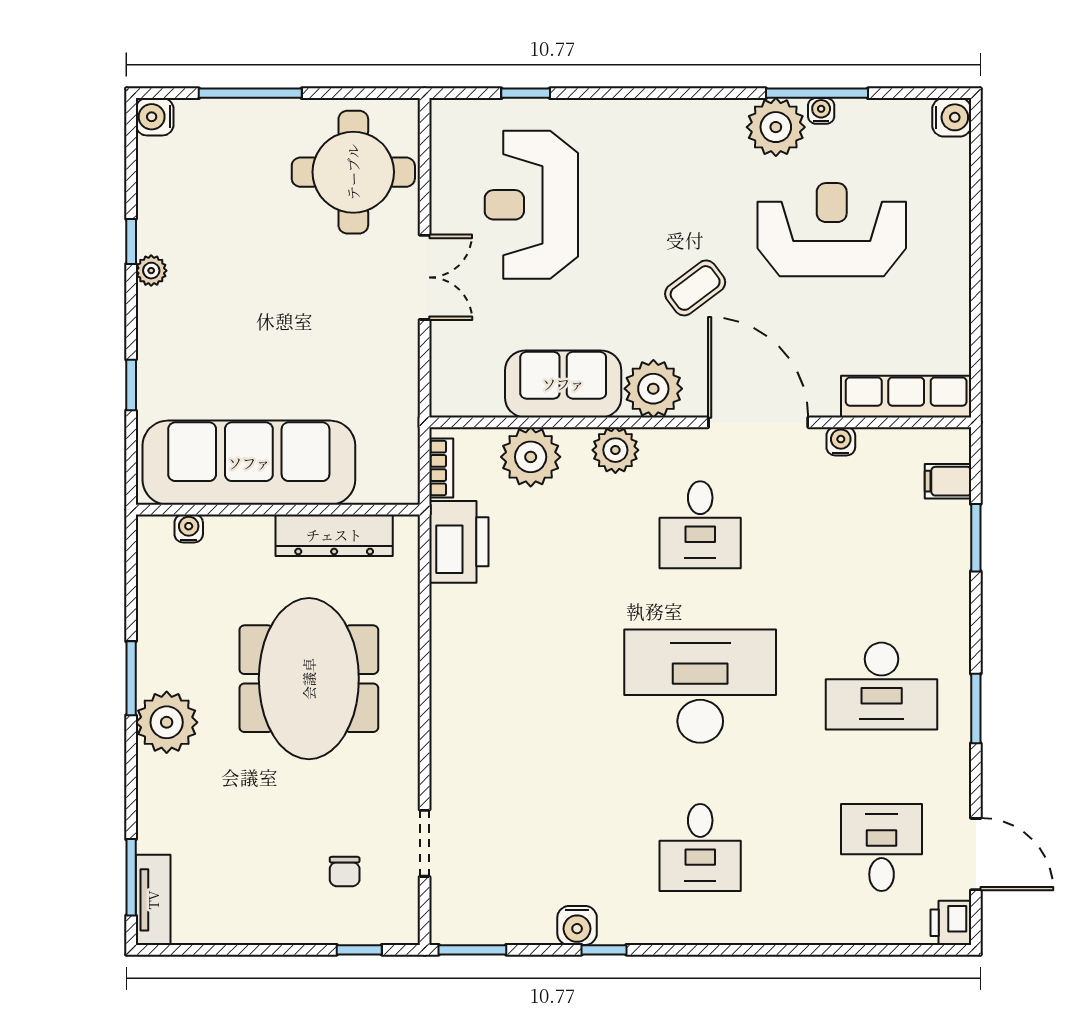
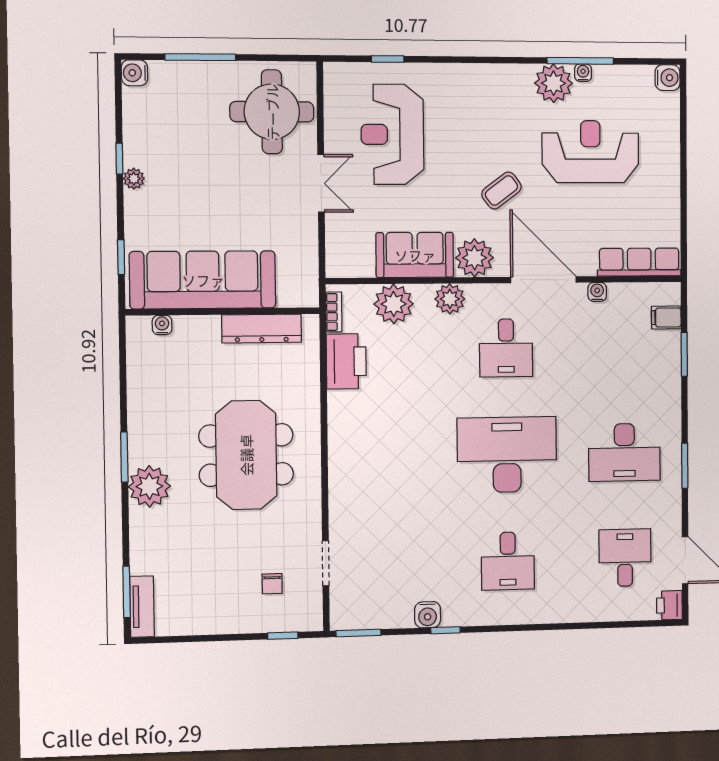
sofa: (249, 463) -> (203, 280), moved
wall: (278, 510) -> (223, 312), moved
water cooler: (189, 528) -> (162, 325), moved
dresser: (334, 535) -> (262, 329), moved

